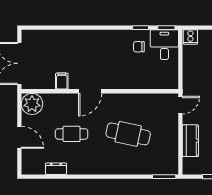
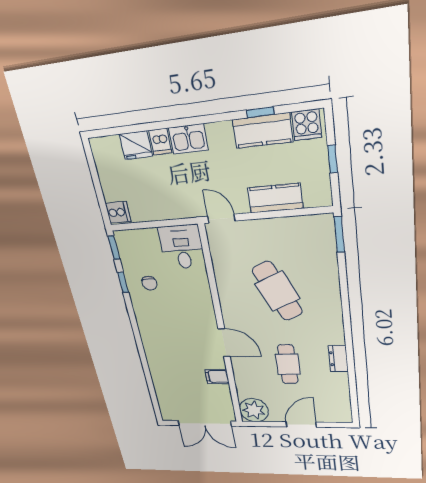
desk: (164, 45) -> (182, 247), moved, turned 90
cafe table: (128, 134) -> (277, 291), turned -36
dresser: (56, 169) -> (338, 359), moved

